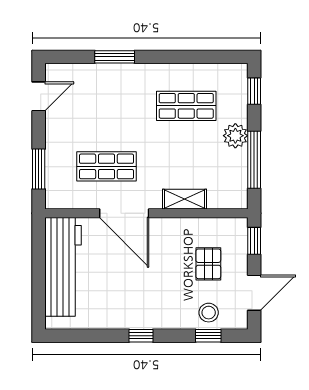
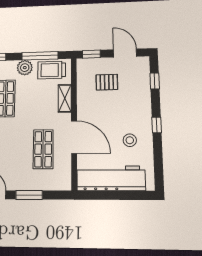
window: (39, 169) -> (29, 195), moved
trolley: (230, 179) -> (52, 70), added
door: (124, 213) -> (74, 137), hinge flipped
stool: (209, 313) -> (130, 140), moved

